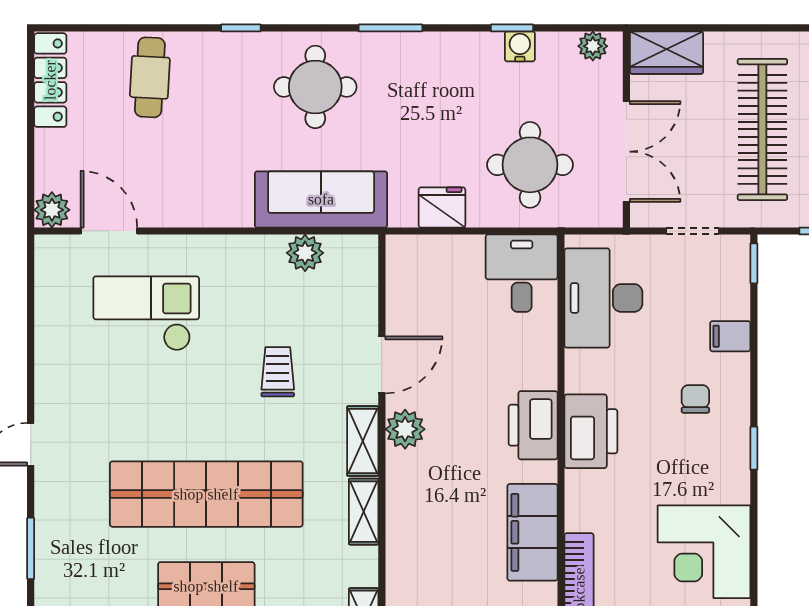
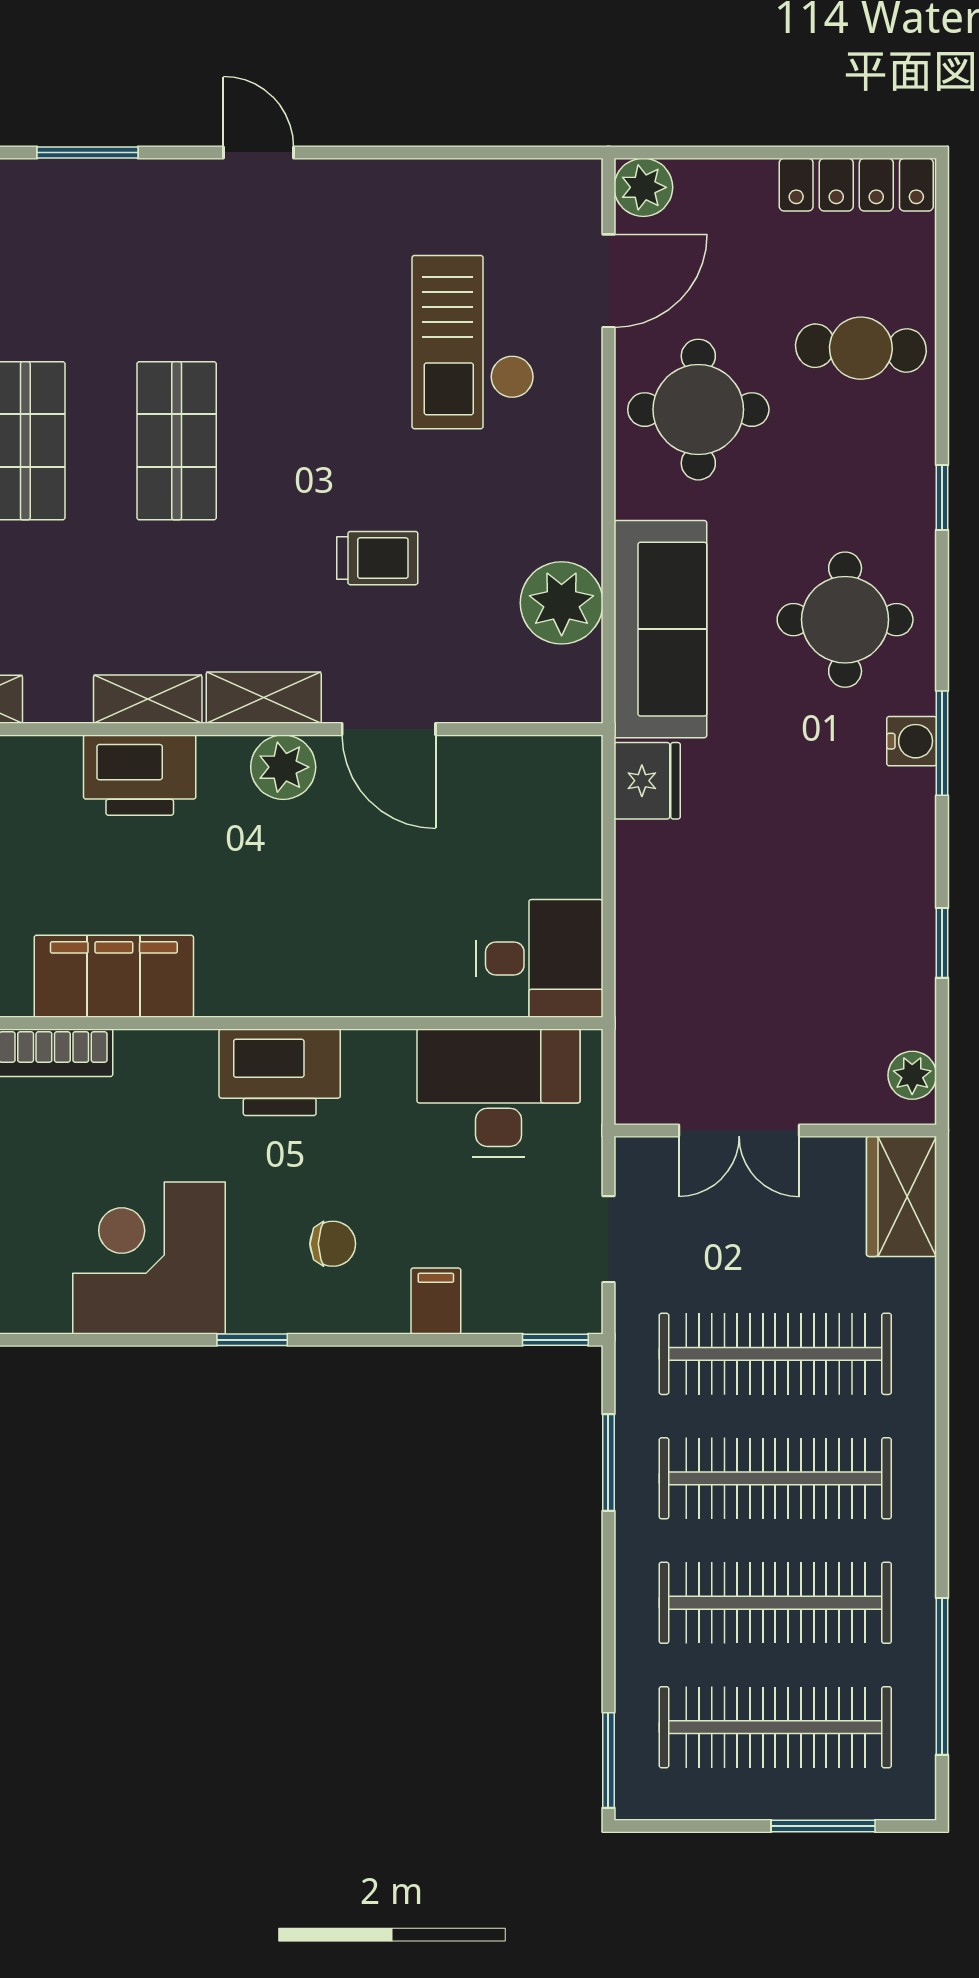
water cooler: (520, 46) -> (912, 741), moved
double door: (626, 152) -> (739, 1131), width x0.73
round table: (530, 165) -> (698, 410), moved
fridge: (442, 207) -> (647, 781), moved
plant: (305, 253) -> (562, 603), width x1.36, depth x1.36
checkout: (146, 313) -> (473, 342), turned 180
printer: (533, 425) -> (140, 775), moved, turned 180
shop shelf: (206, 494) -> (177, 441), width x0.50, depth x0.74
corner desk: (704, 552) -> (149, 1258), moved

